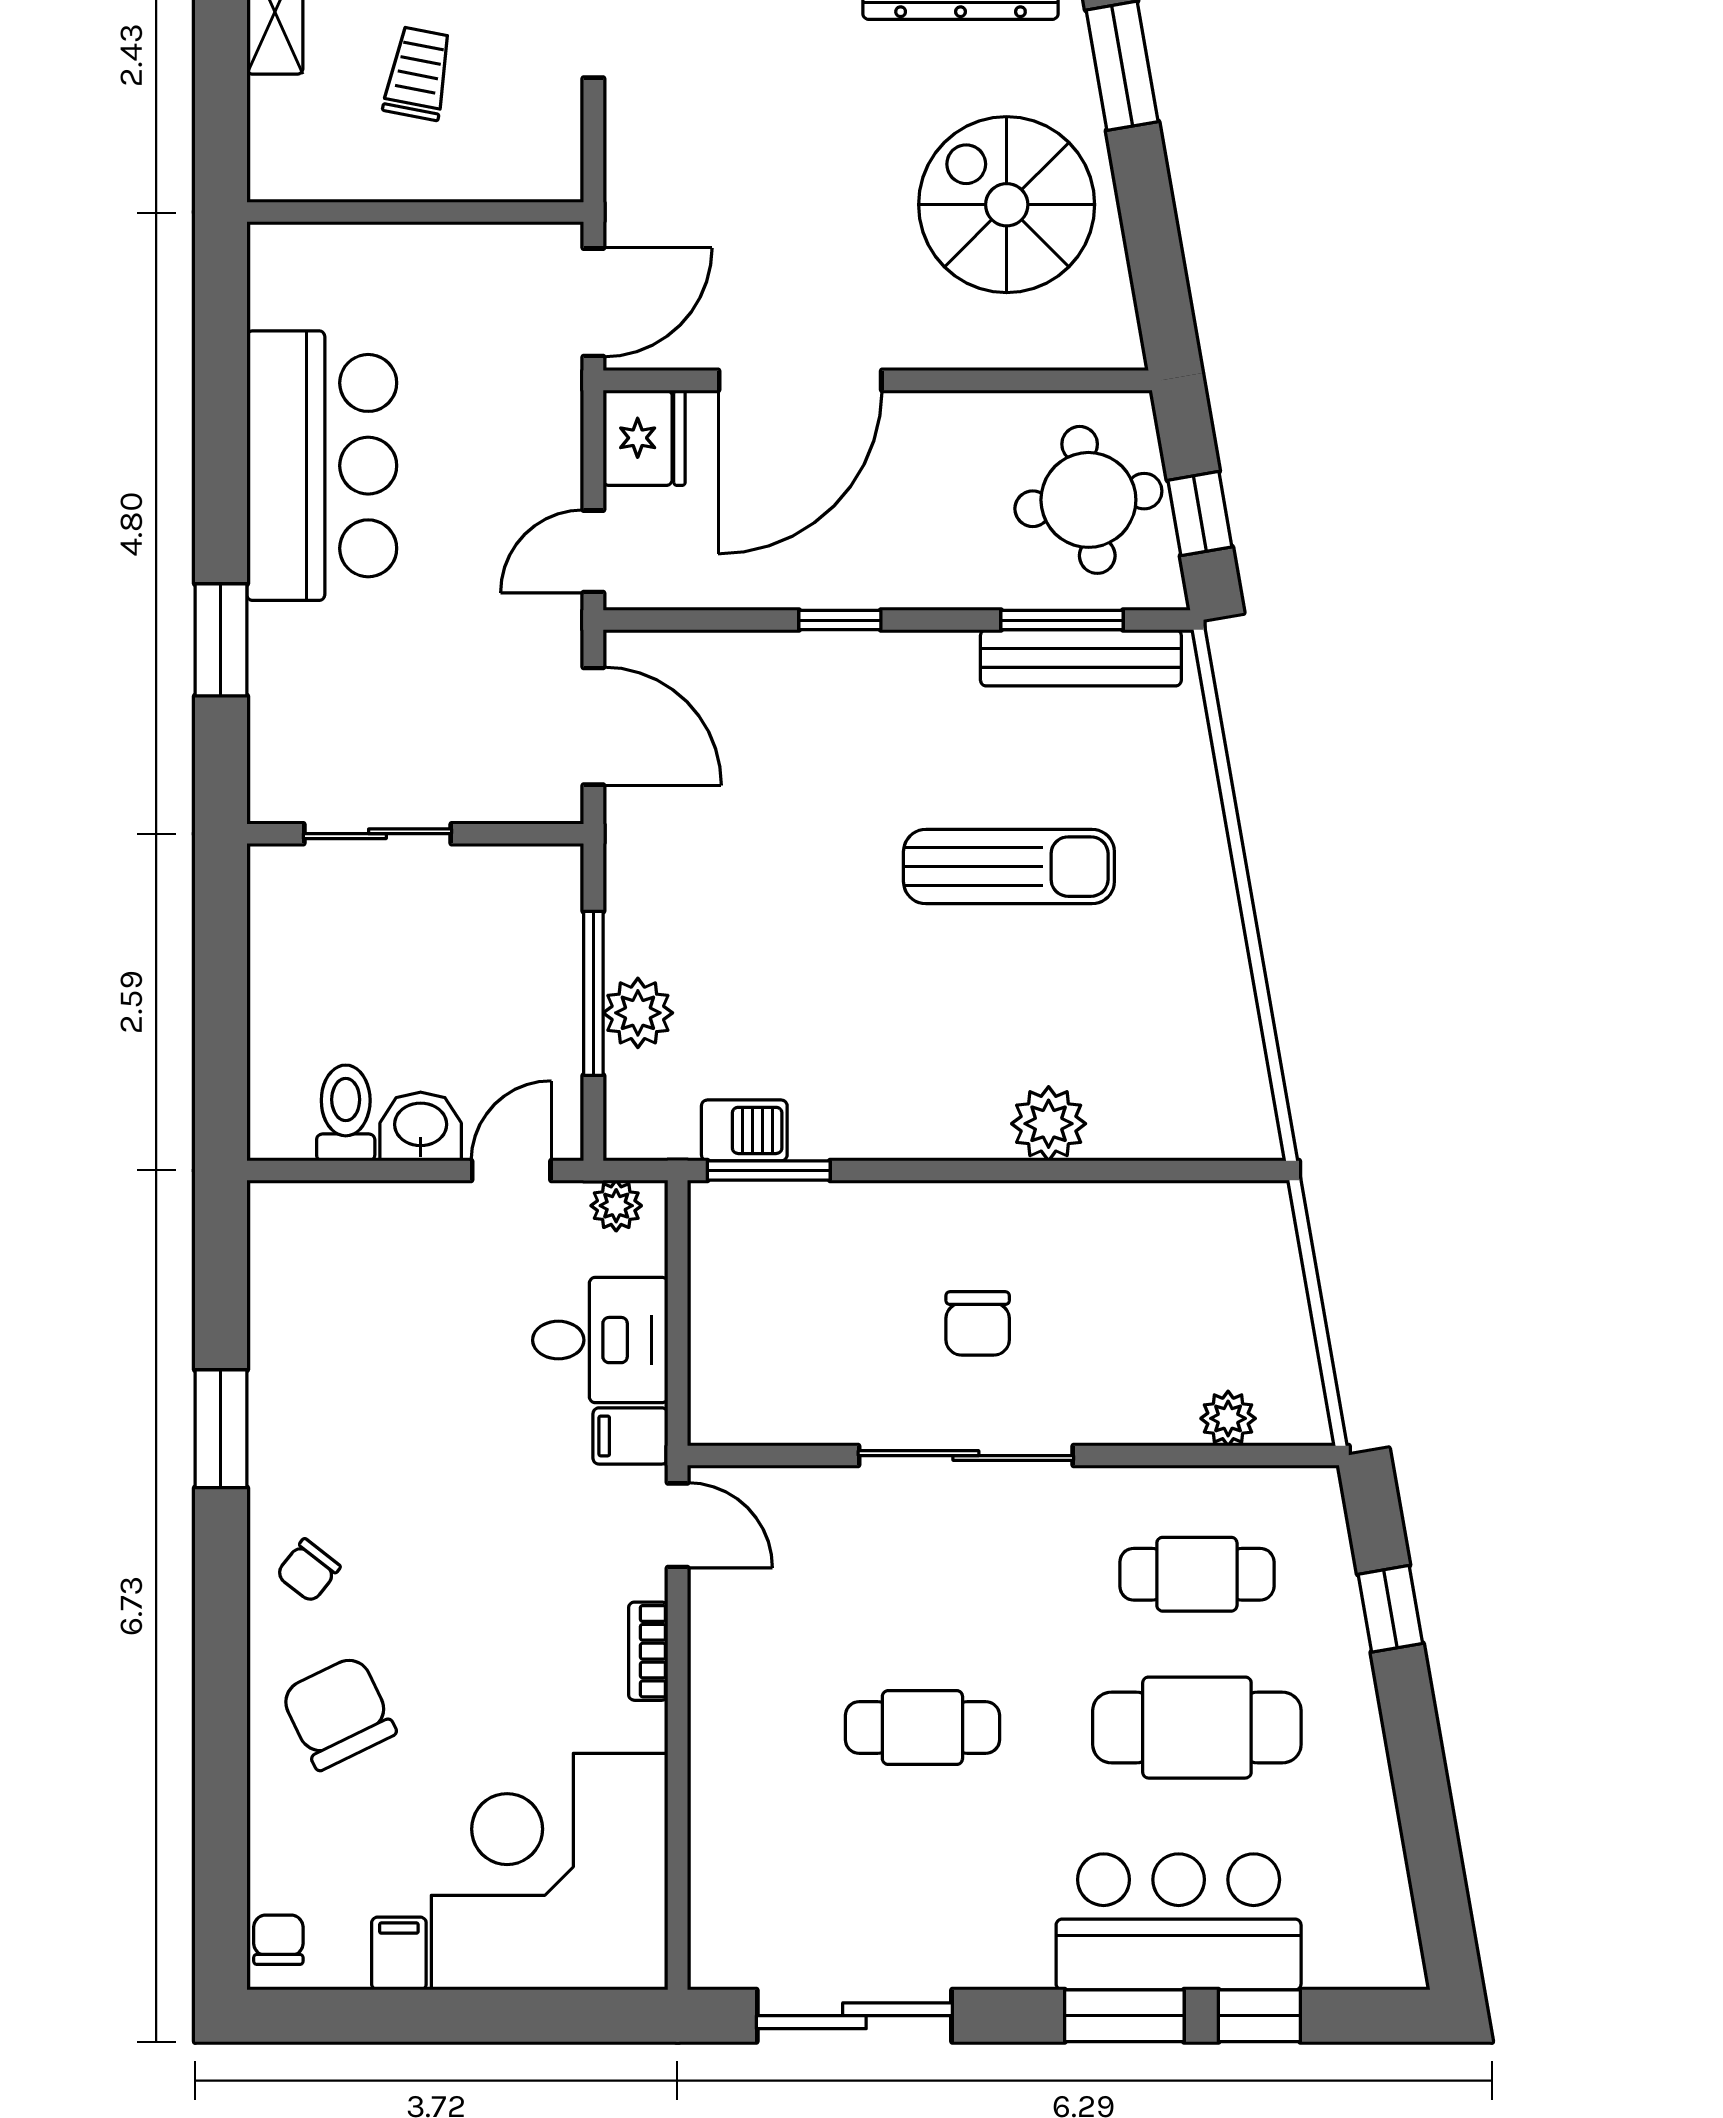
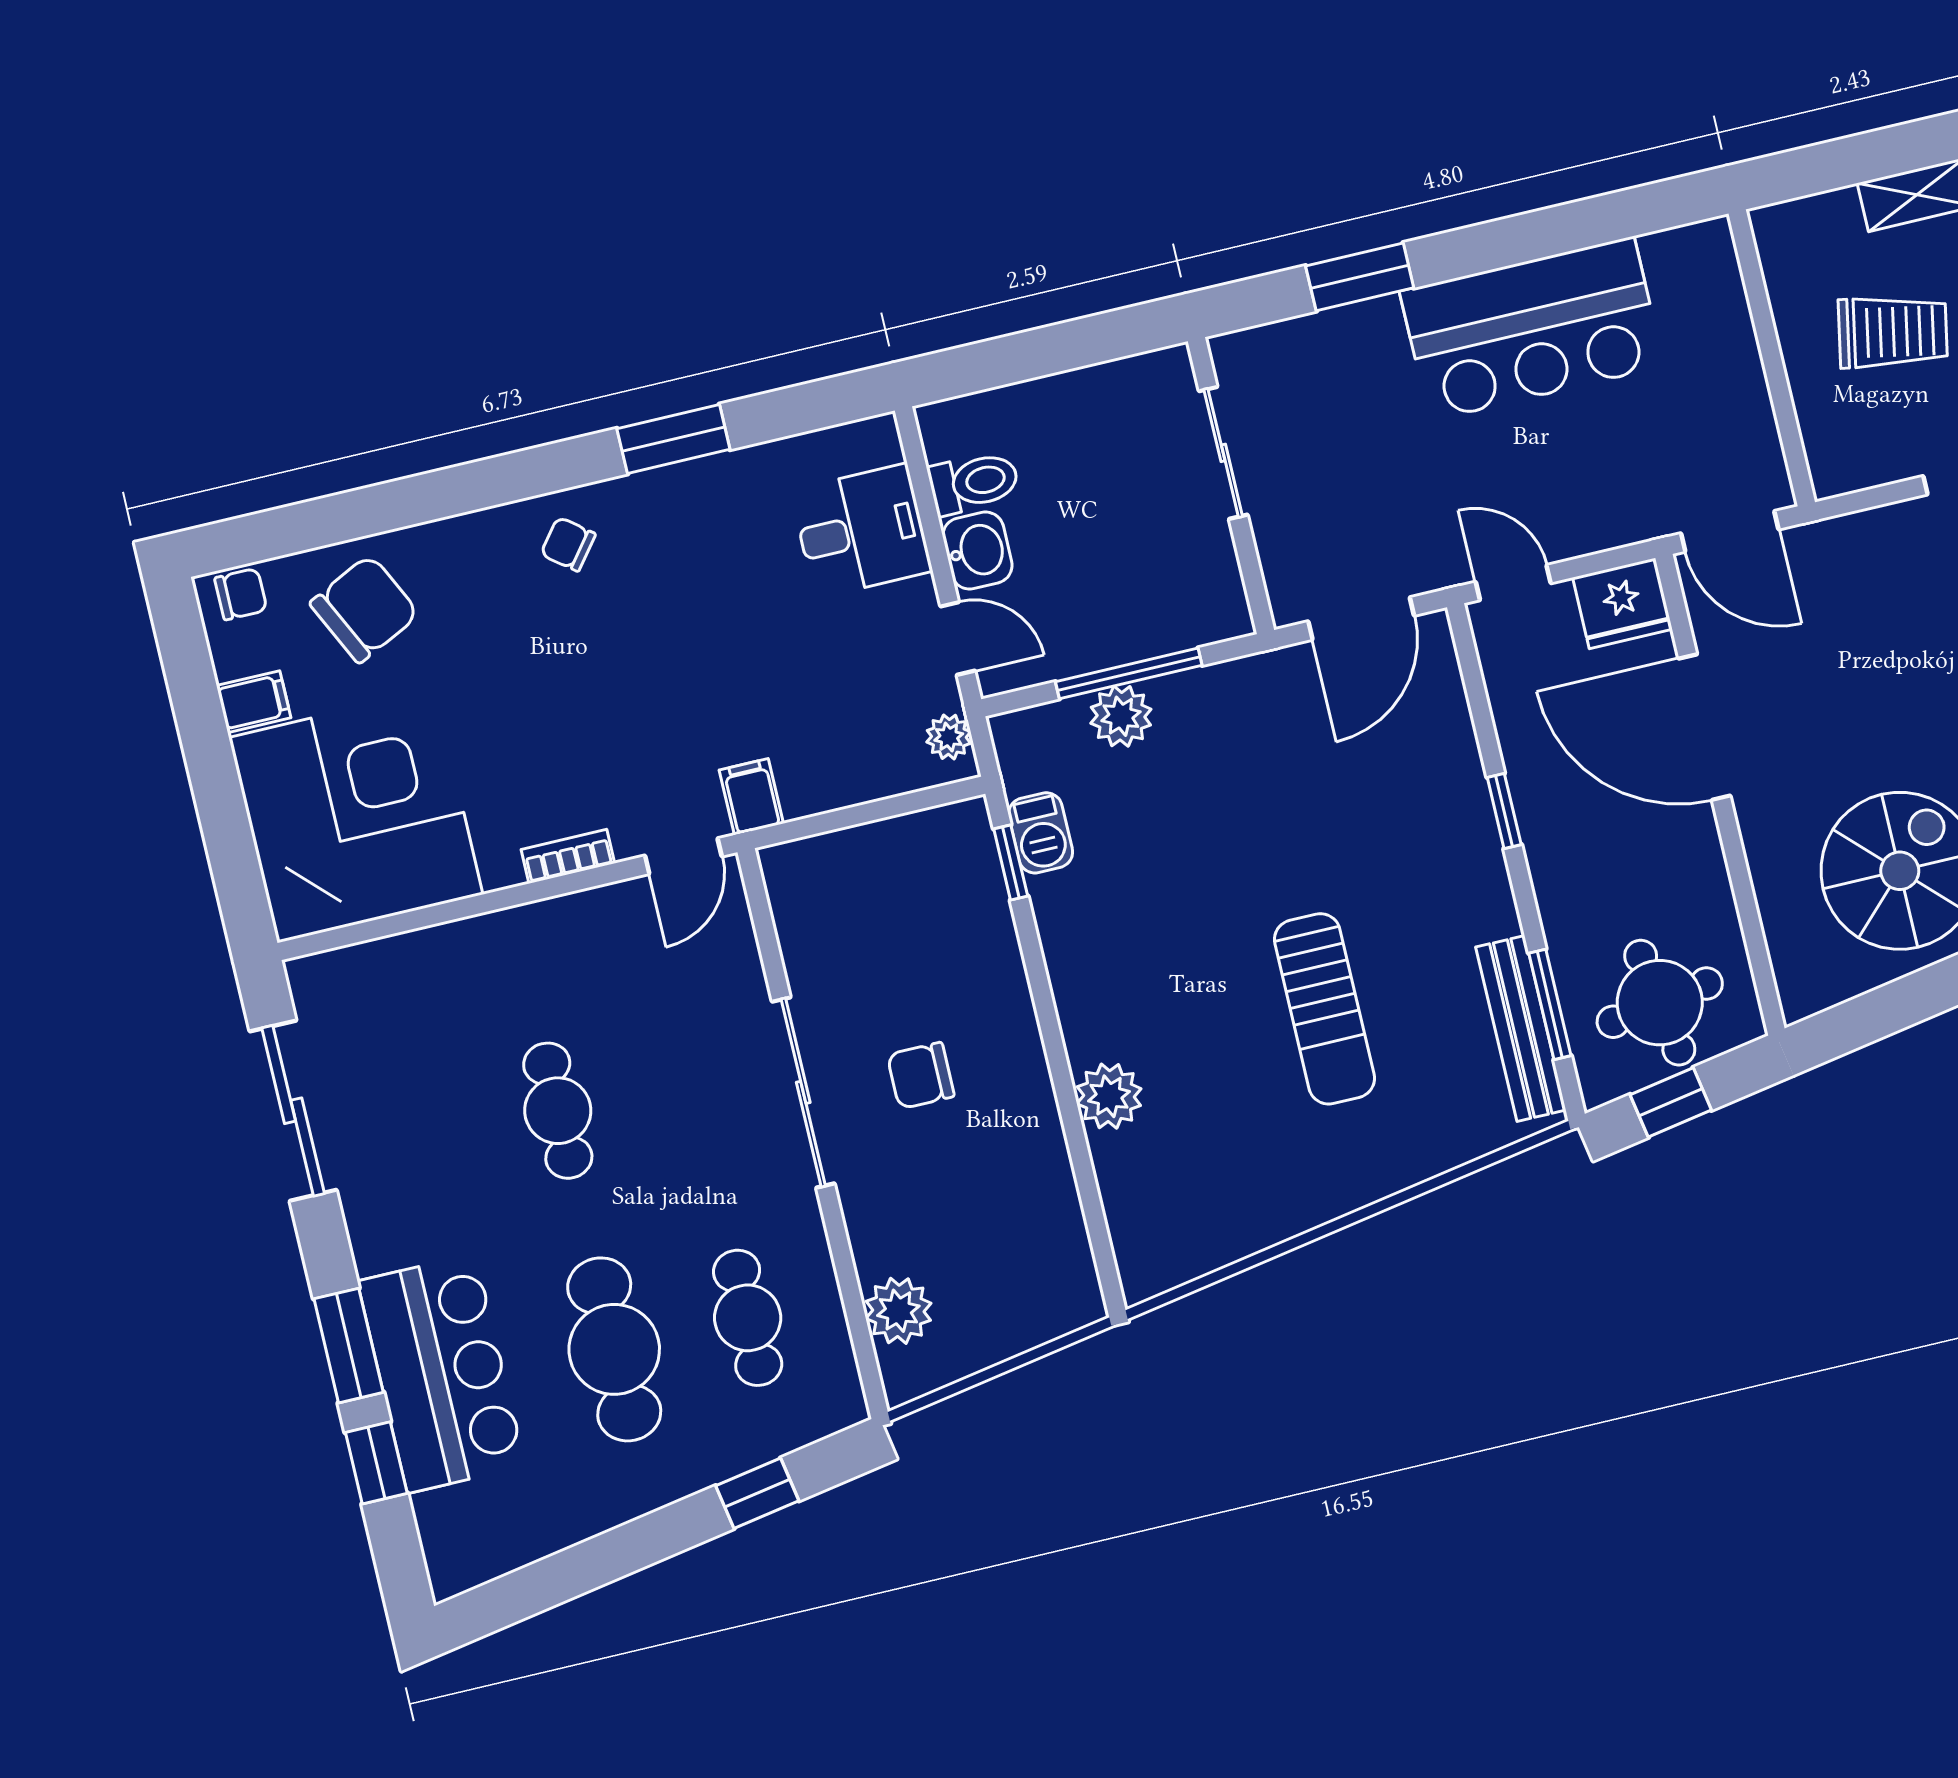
trolley: (418, 74) -> (1893, 332), width x1.36, depth x1.39
window: (769, 1171) -> (1011, 862), width x0.67
desk: (600, 1340) -> (861, 531), moved, turned -90
plant: (1228, 1418) -> (898, 1311), width x1.38, depth x1.38
chair: (338, 1713) -> (365, 609), moved

